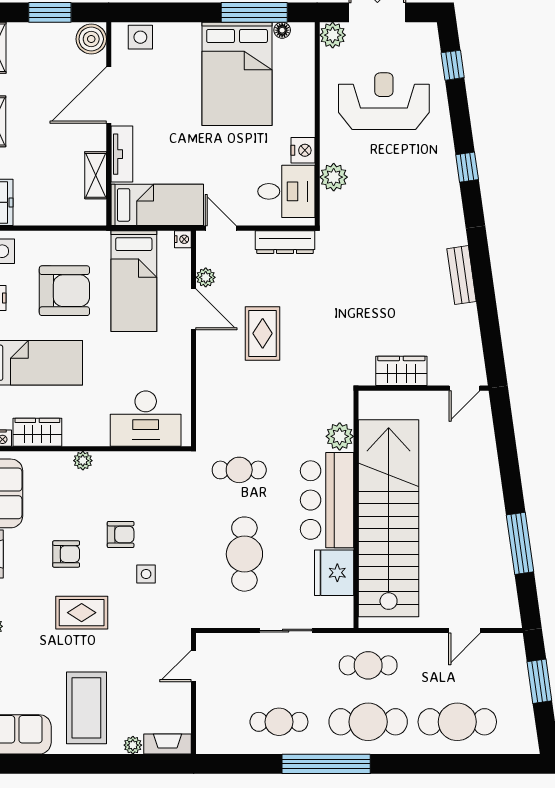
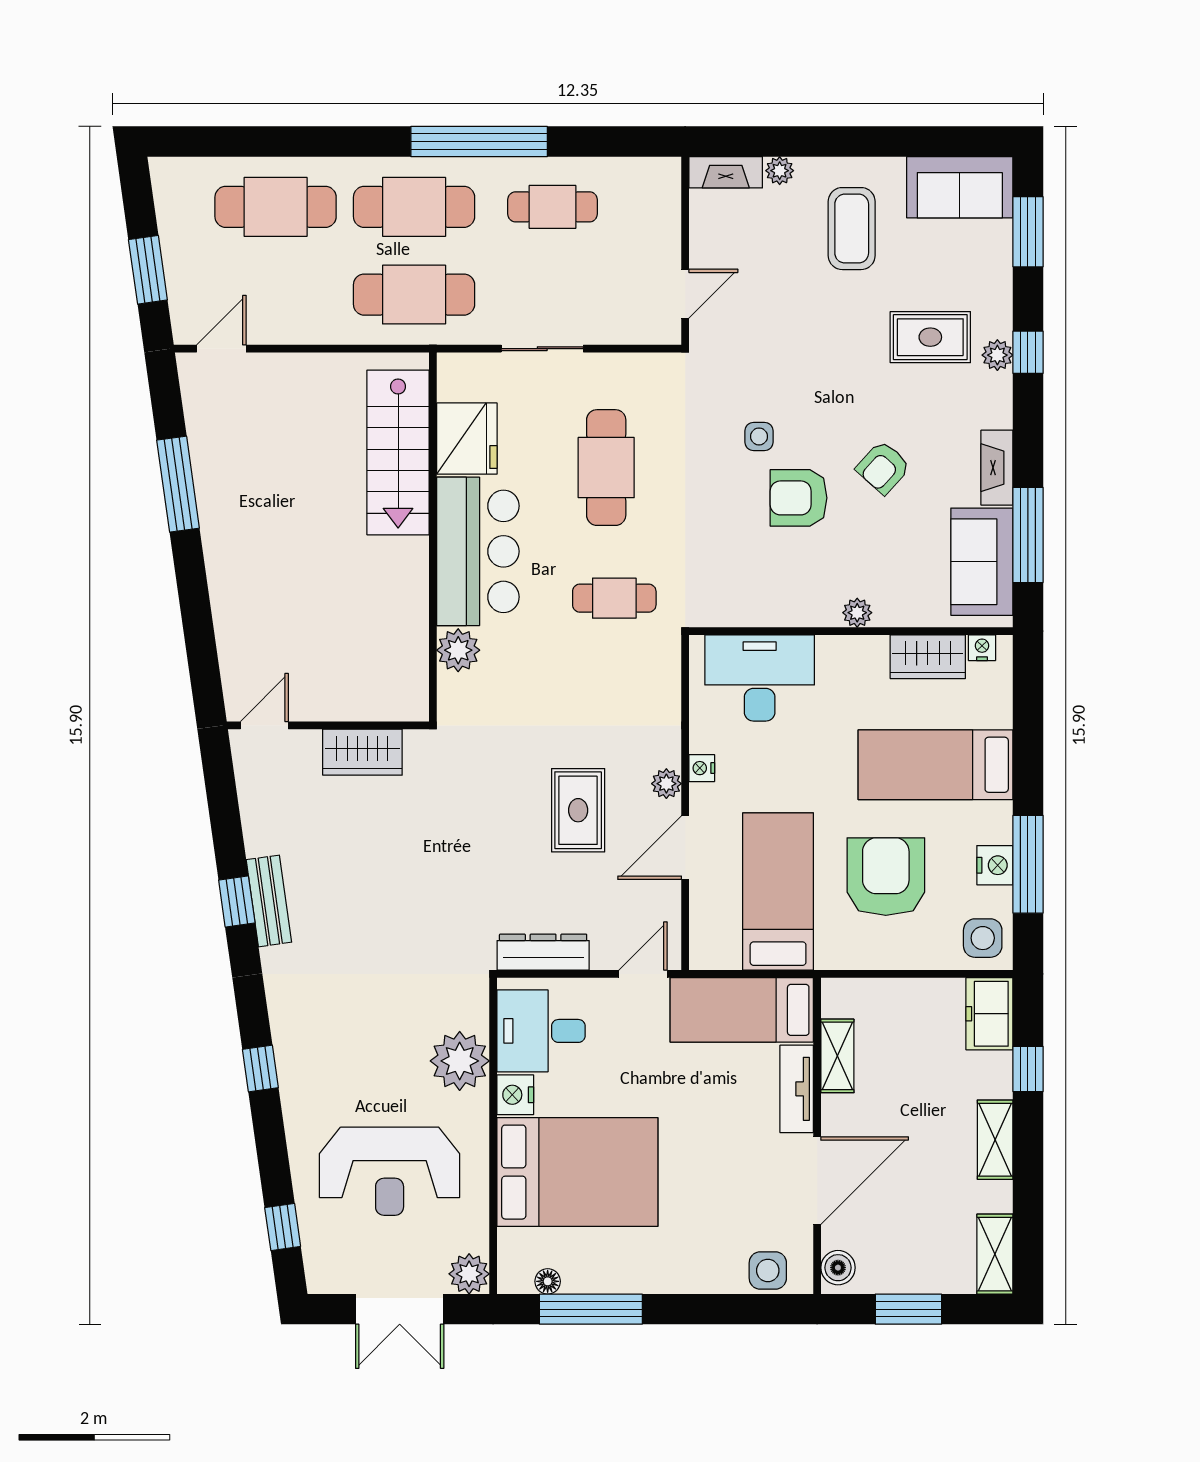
boiler: (91, 39) -> (838, 1268), width x0.73, depth x0.73
bed: (237, 74) -> (577, 1172), moved, turned 90
plant: (334, 177) -> (460, 1061), width x1.36, depth x1.36
door: (221, 228) -> (643, 974), swing flipped
nightstand: (183, 239) -> (702, 768), moved
window: (482, 275) -> (237, 902), added
plant: (206, 277) -> (666, 784), moved
armchair: (64, 291) -> (886, 877), turned 90
door: (194, 309) -> (685, 848), hinge flipped
stairs: (389, 518) -> (398, 452), width x0.54, depth x0.66
armchair: (121, 534) -> (799, 498), width x1.38, depth x1.38
armchair: (66, 554) -> (883, 468), turned -48
rug: (82, 613) -> (930, 337), moved
door: (465, 631) -> (221, 349), moved
cafe table: (368, 665) -> (414, 295), width x1.37, depth x1.35
coffee table: (86, 708) -> (852, 229), width x0.73, depth x0.76

